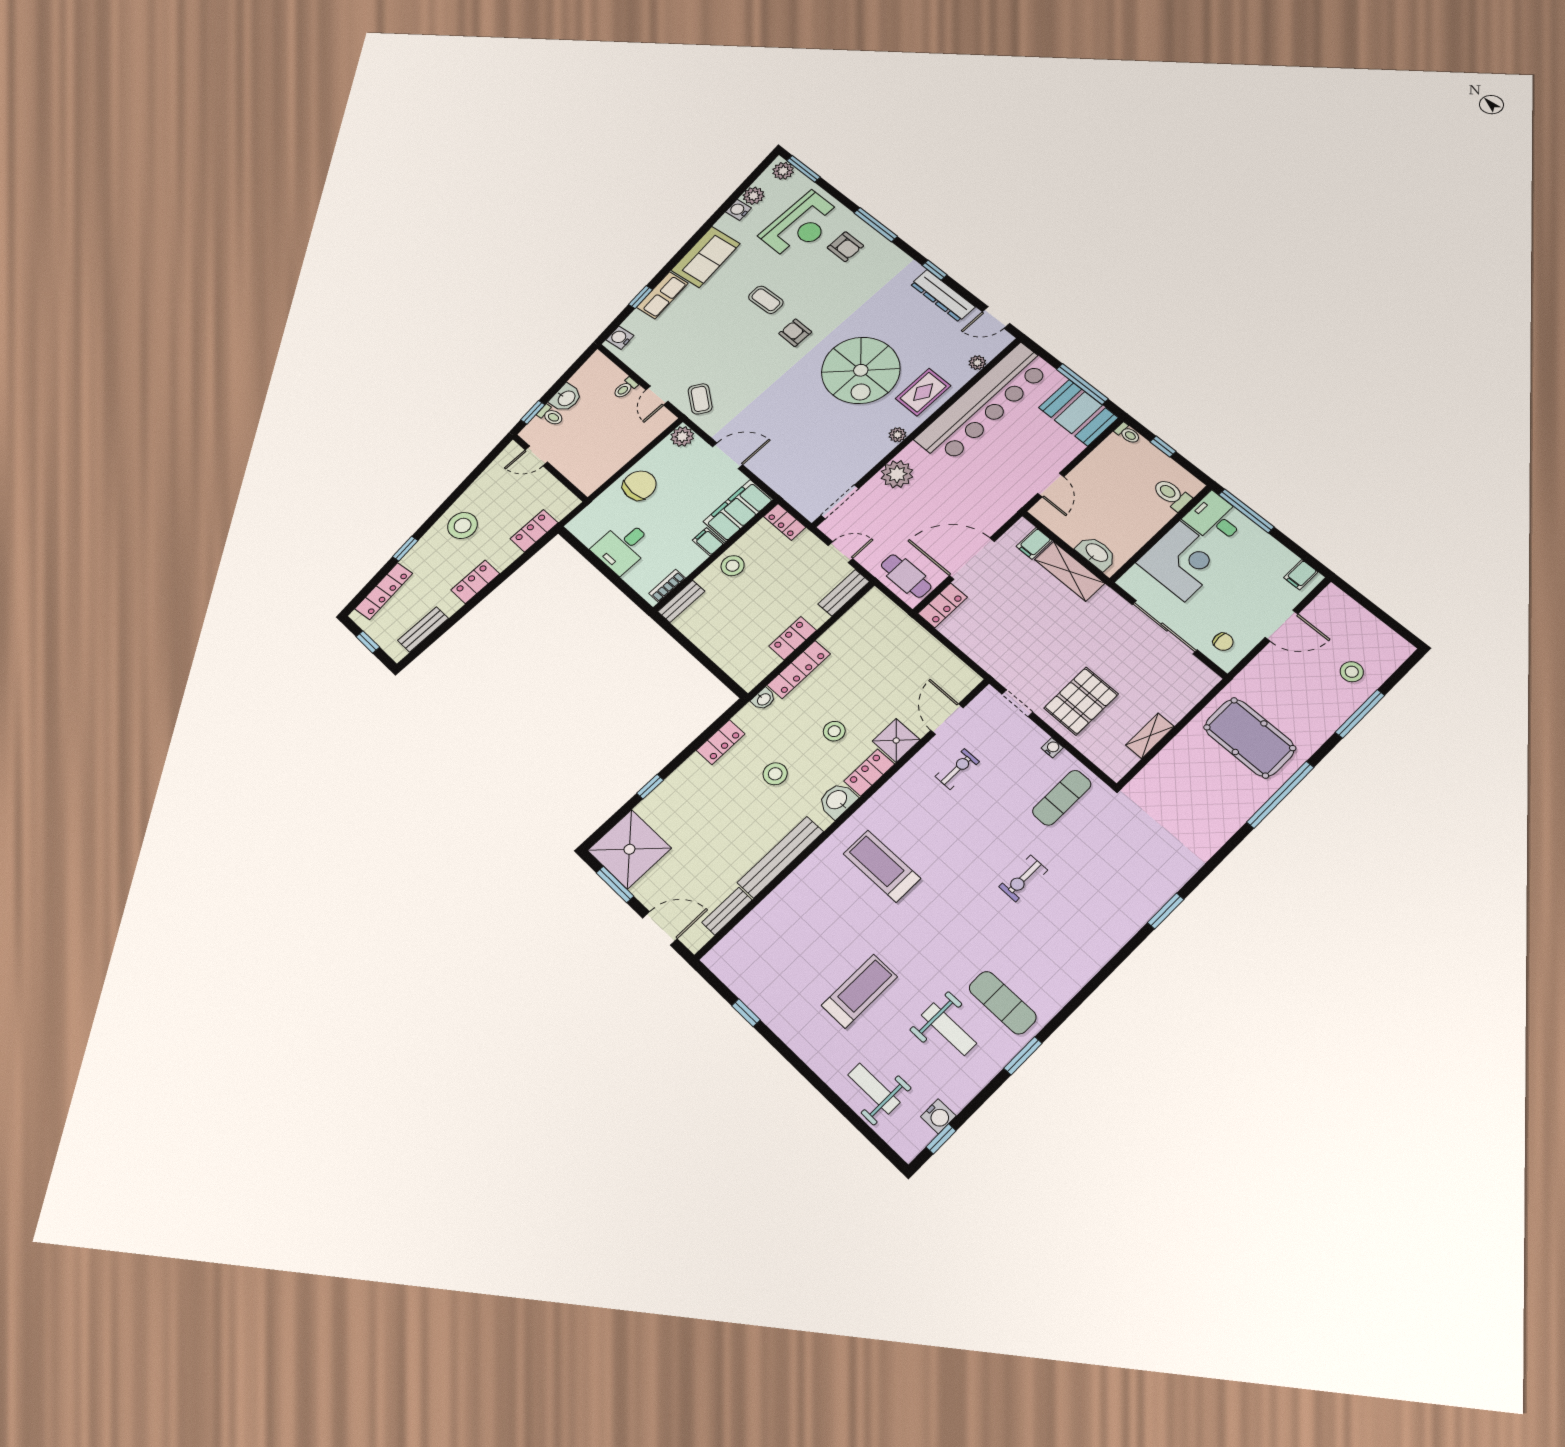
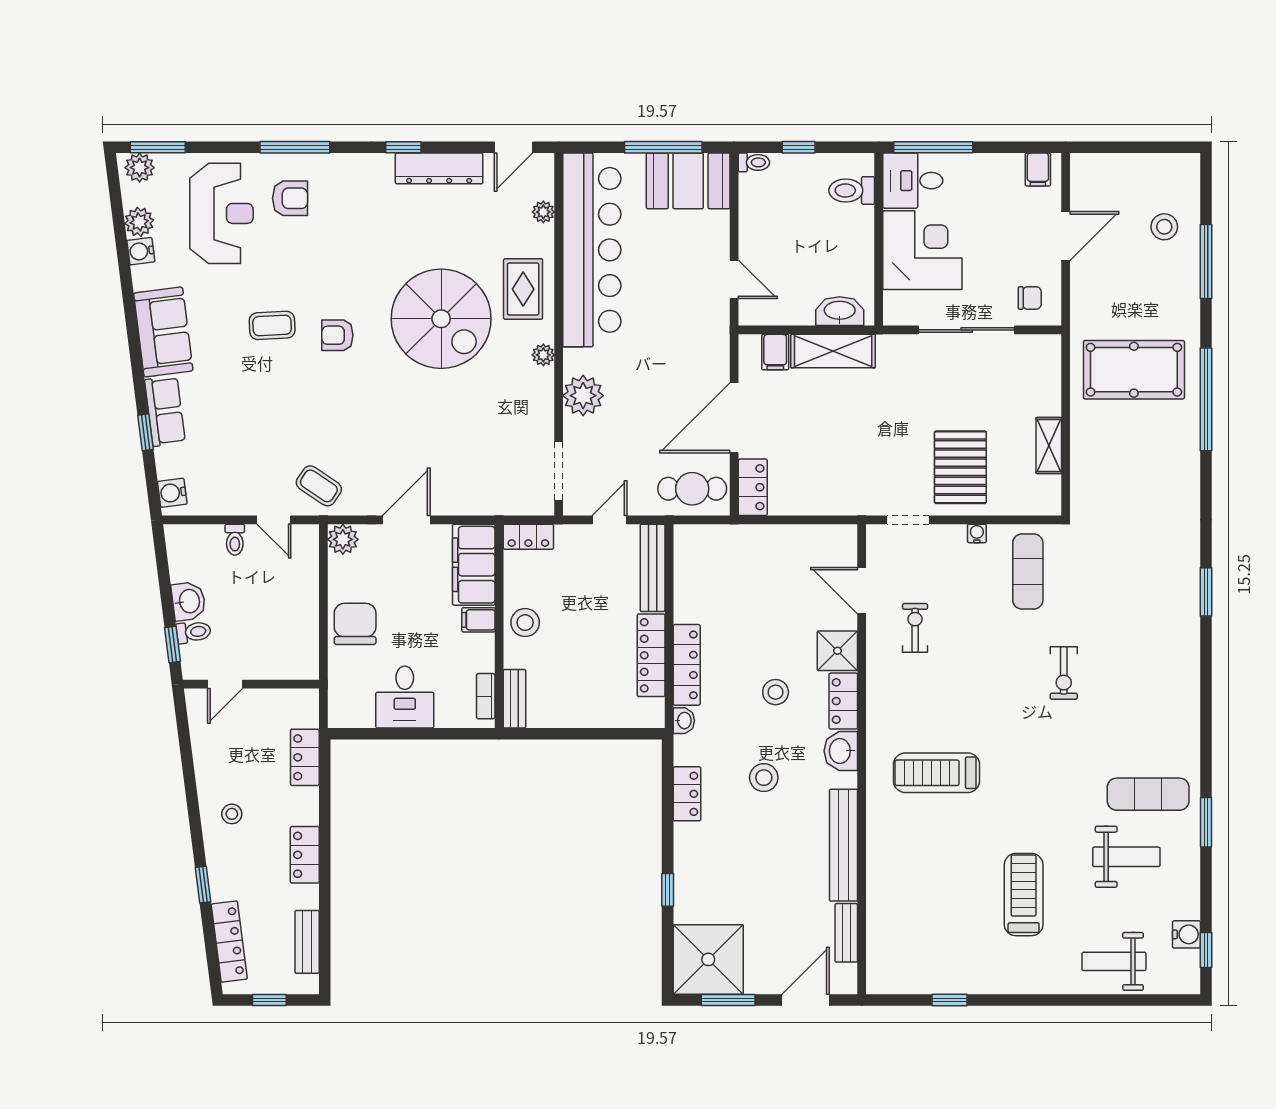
stool: (463, 526) -> (232, 814), width x0.53, depth x0.53
bench: (844, 593) -> (653, 568), width x1.36
locker: (793, 638) -> (651, 655), width x1.53

